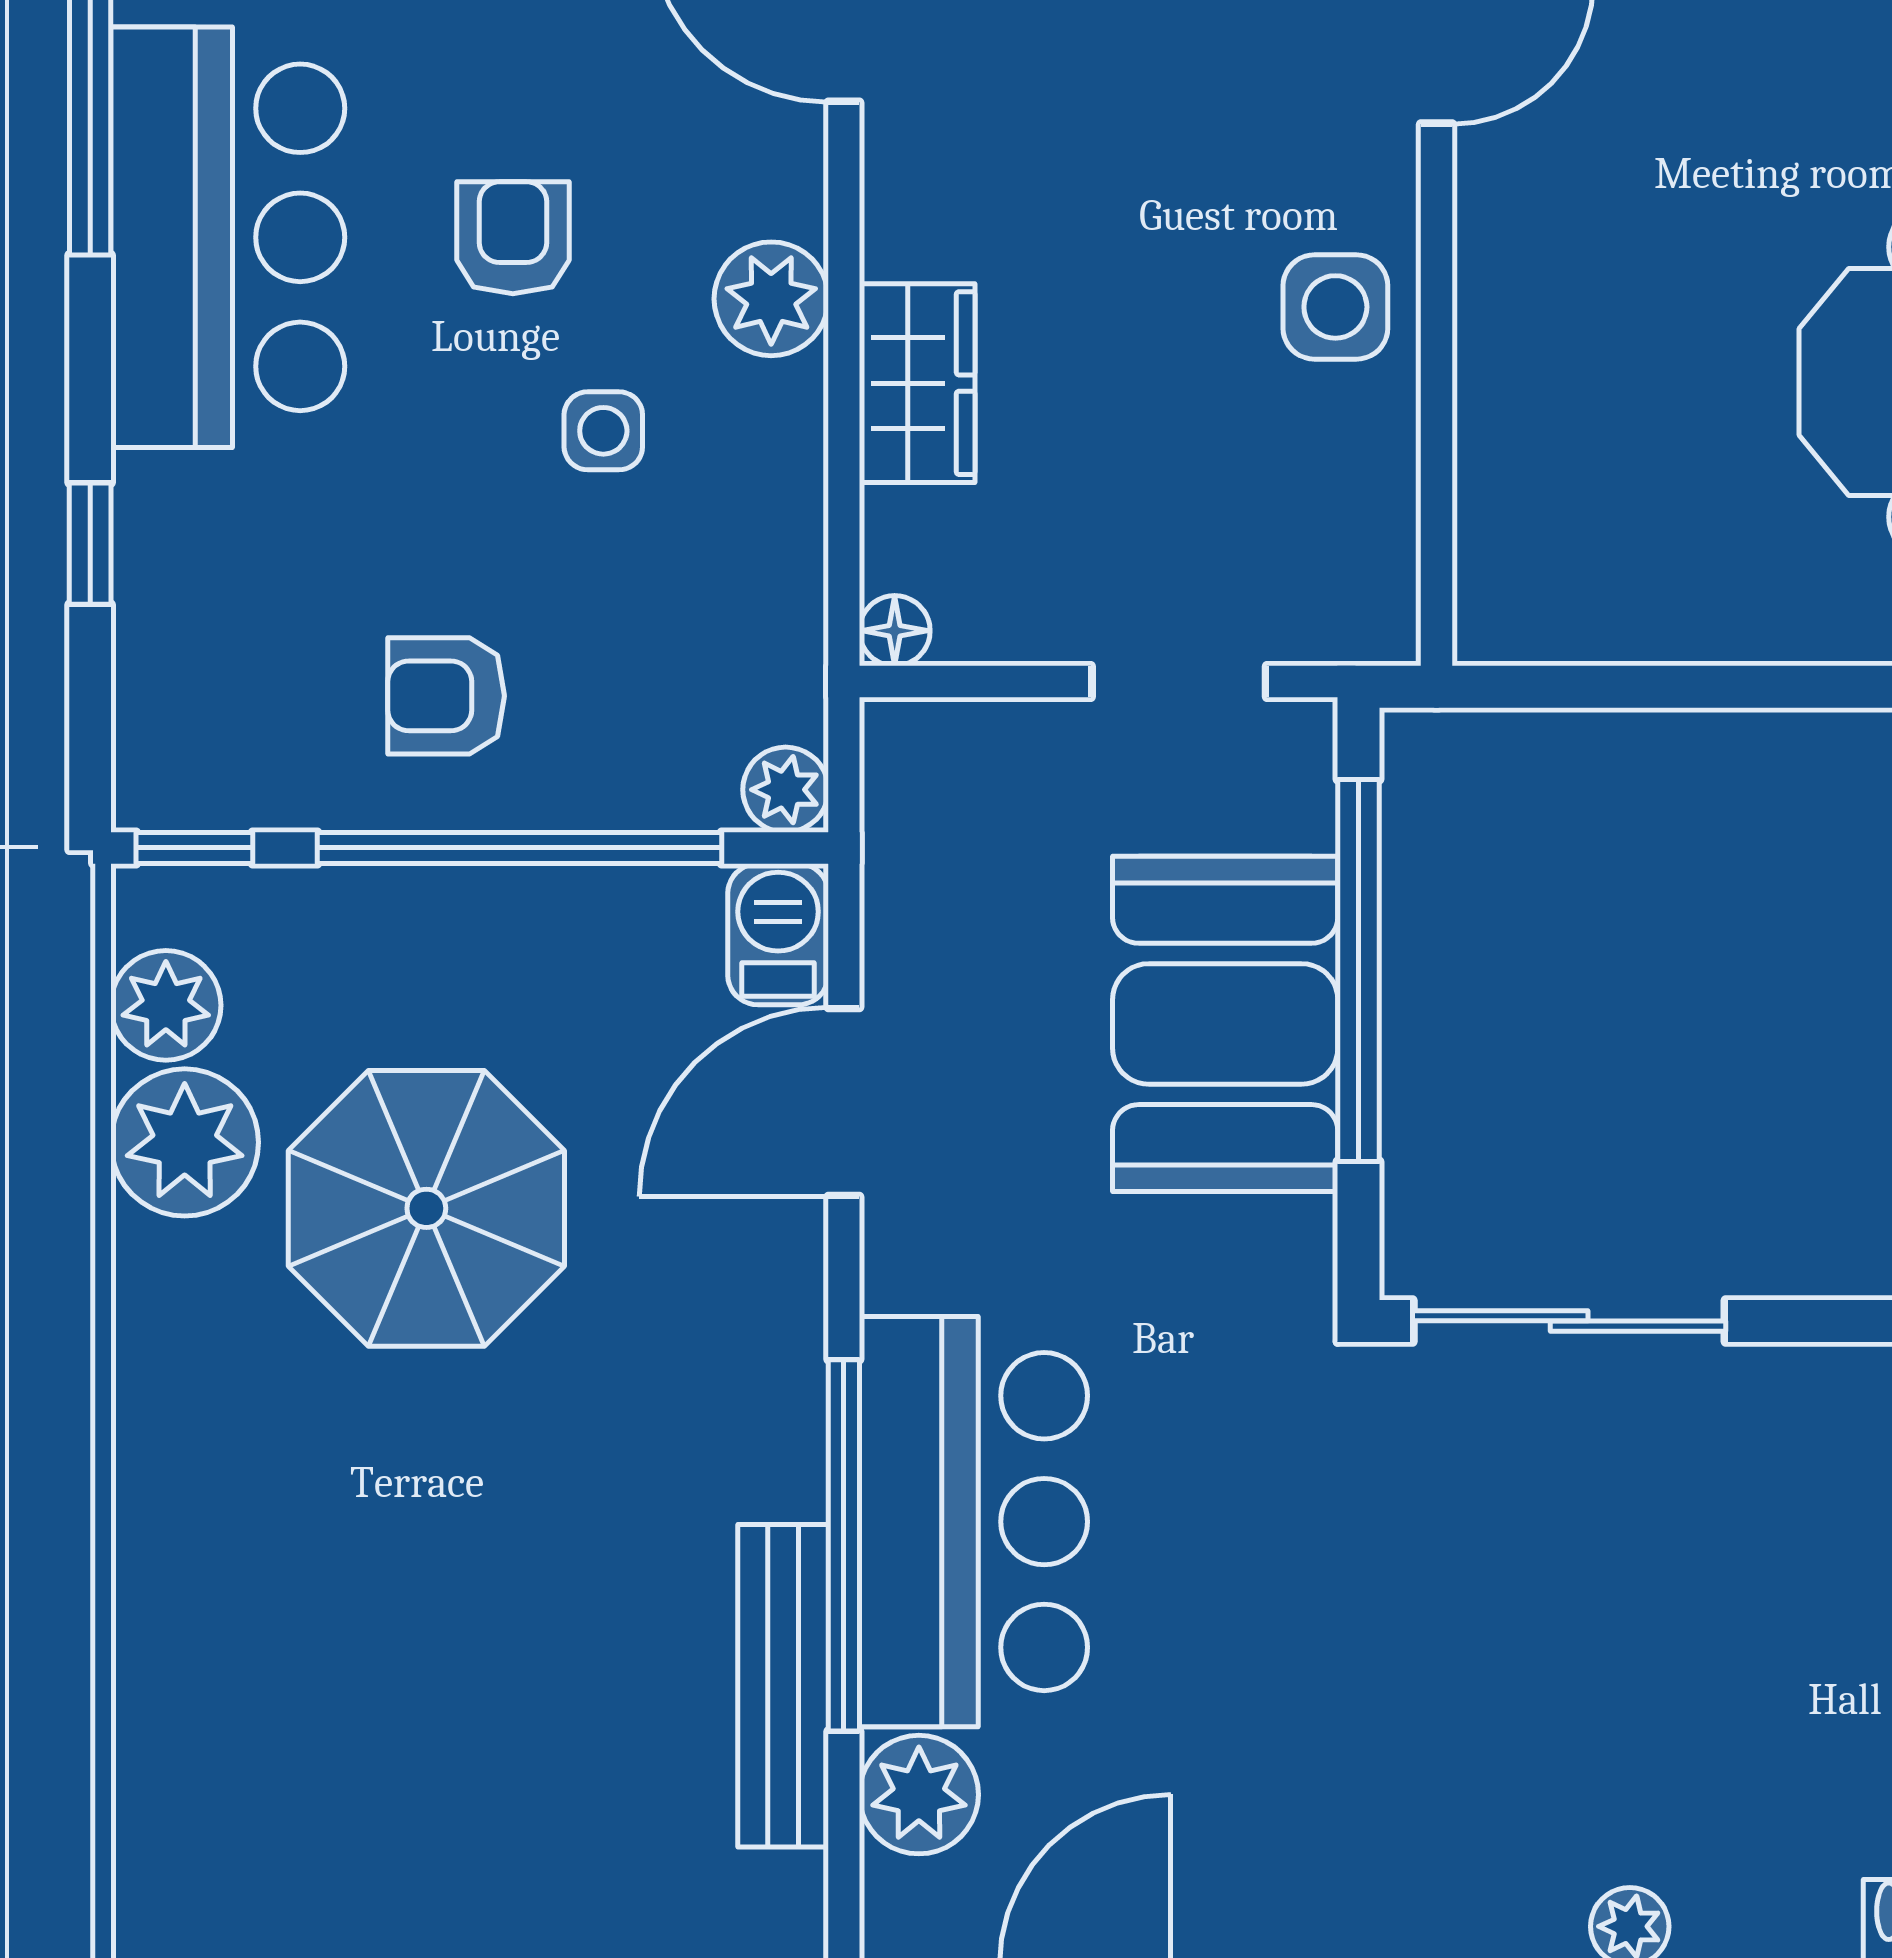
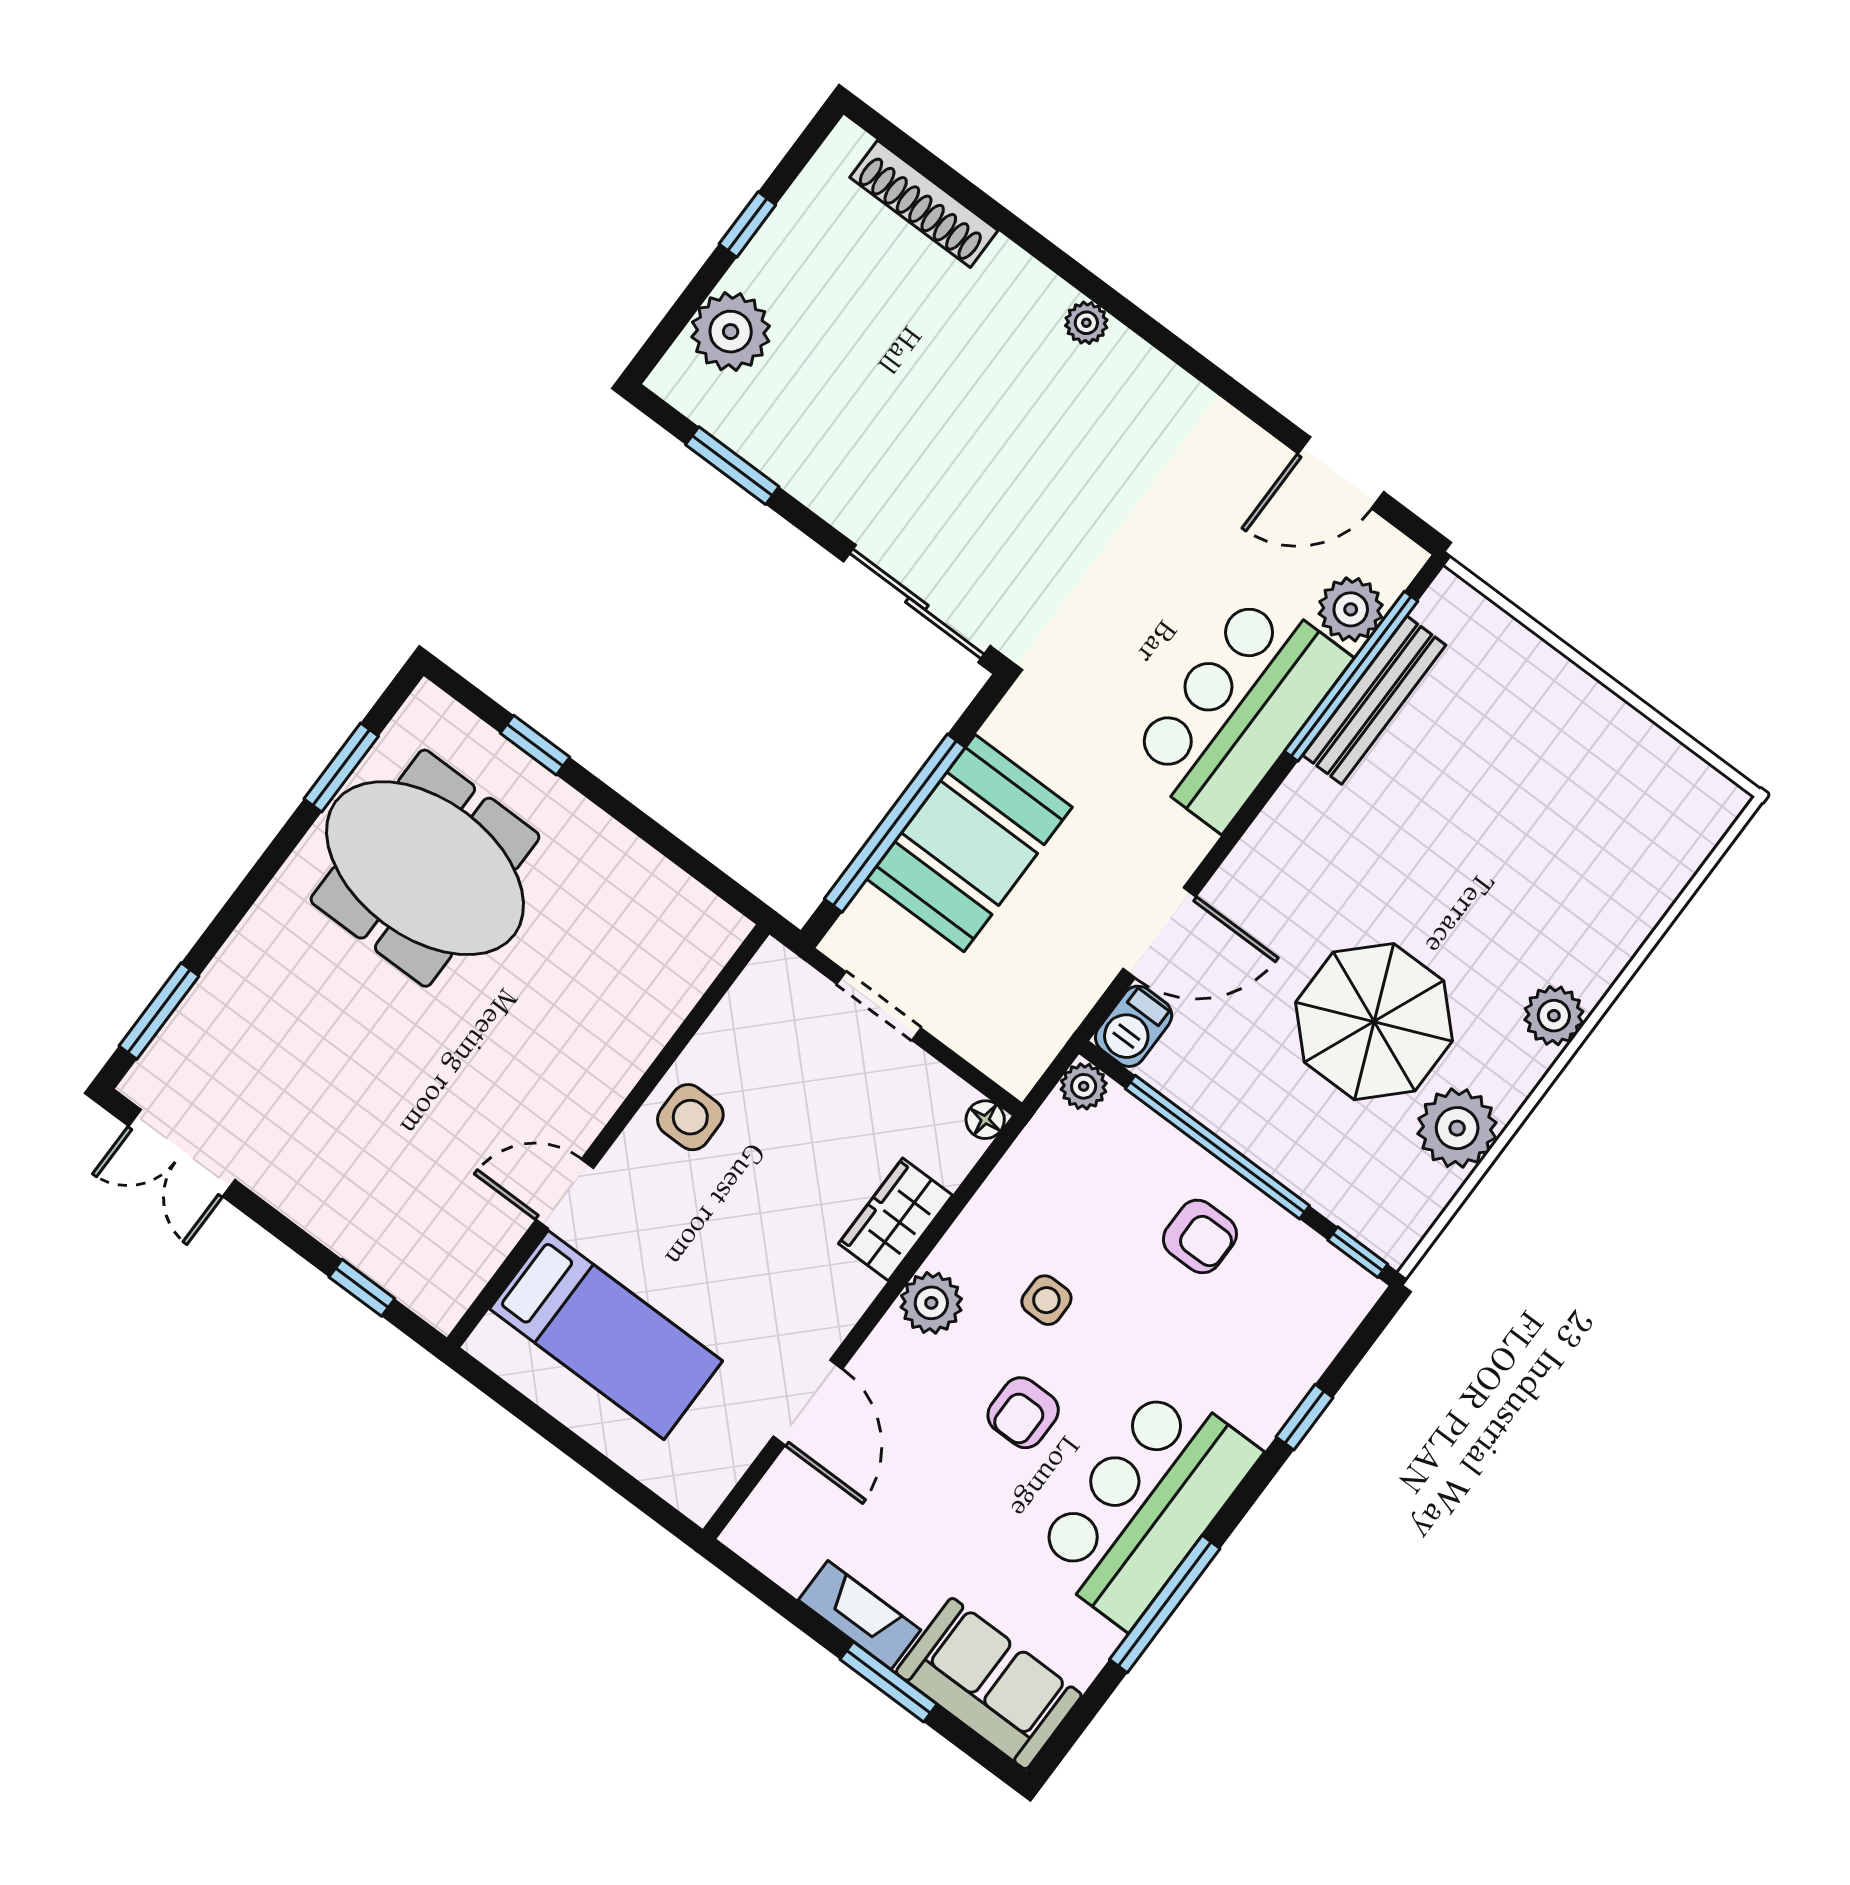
plant: (166, 1005) -> (1554, 1016), moved
window: (844, 1545) -> (1351, 676), moved

